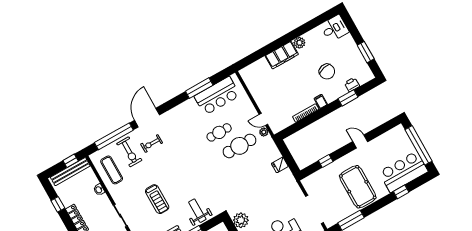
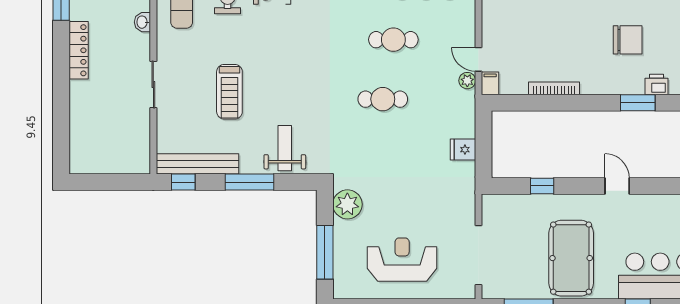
chair: (327, 72) -> (628, 40), turned -77
filing cabinet: (321, 101) -> (490, 83), moved
cafe table: (239, 146) -> (383, 99), moved, width x0.73, depth x0.74

